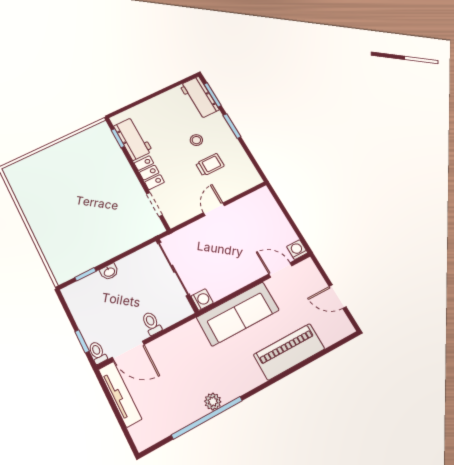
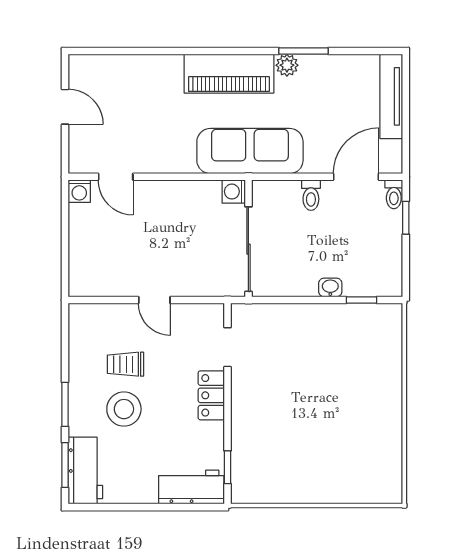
workbench: (133, 139) -> (191, 487), moved, turned 90
stool: (196, 140) -> (124, 409), width x1.89, depth x1.89
door: (214, 209) -> (154, 300), hinge flipped
sofa: (238, 314) -> (250, 151), moved
door: (128, 351) -> (356, 177), hinge flipped
piano: (289, 352) -> (229, 74), moved
tv unit: (120, 394) -> (391, 96), moved
window: (207, 418) -> (304, 51), width x0.47

